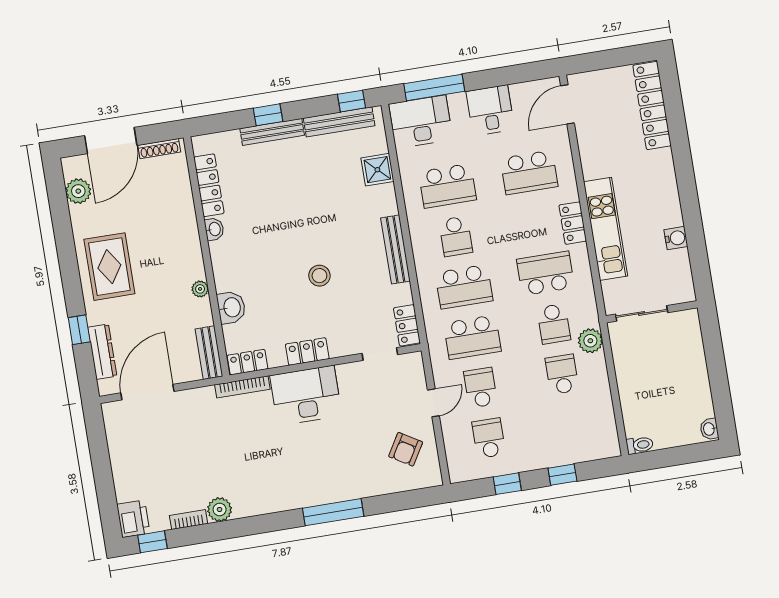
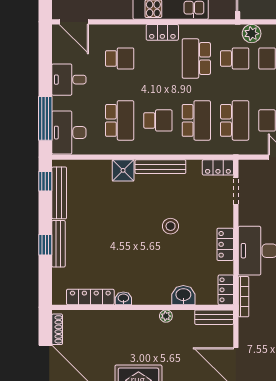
shower: (377, 170) -> (123, 170), moved
school desk: (529, 172) -> (120, 58), width x0.54

